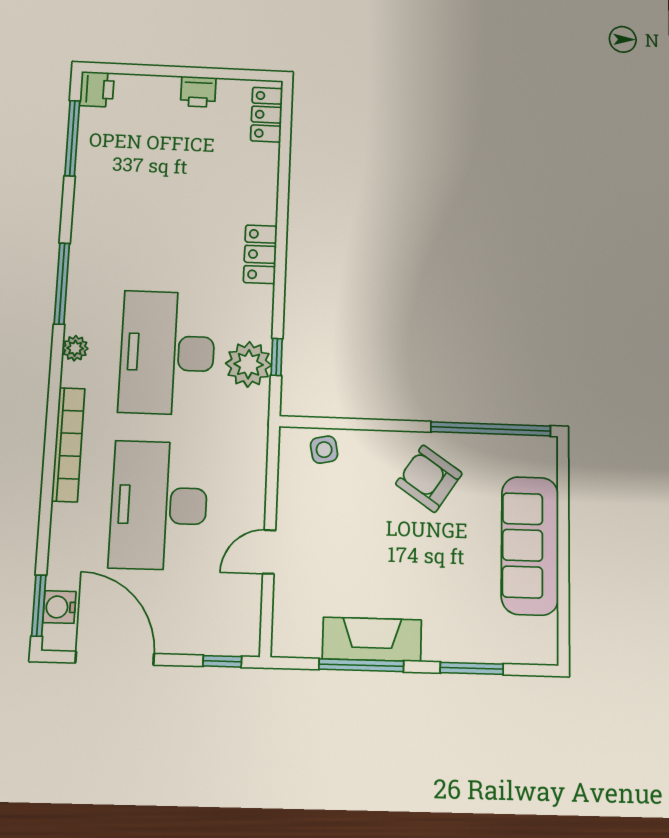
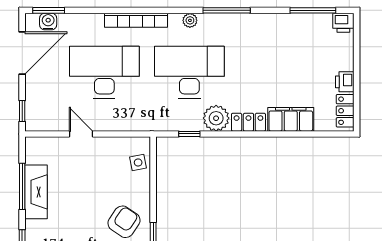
locker: (267, 115) -> (345, 111), moved, turned -90
filing cabinet: (258, 183) -> (291, 119), added
plant: (249, 364) -> (216, 118), moved

